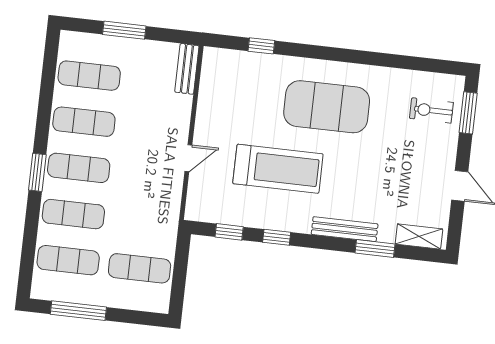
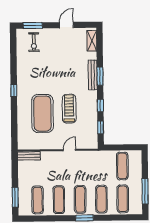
window: (124, 30) -> (15, 197), moved
window: (261, 46) -> (14, 90), moved
exercise mat: (327, 107) -> (42, 114), moved
door: (188, 158) -> (69, 150), hinge flipped
treadmill: (278, 169) -> (69, 109), width x0.73, depth x0.73
window: (375, 248) -> (100, 76), moved

